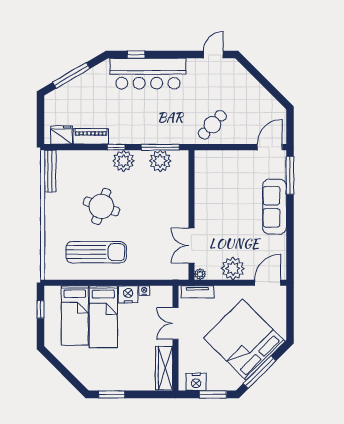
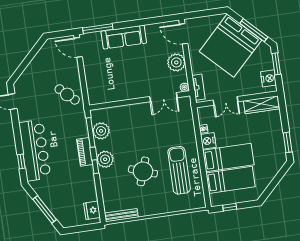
piano: (91, 136) -> (85, 152), moved

